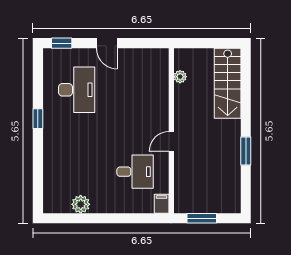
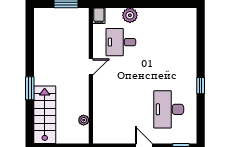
window: (246, 151) -> (30, 88), moved
plant: (81, 204) -> (130, 15), moved

